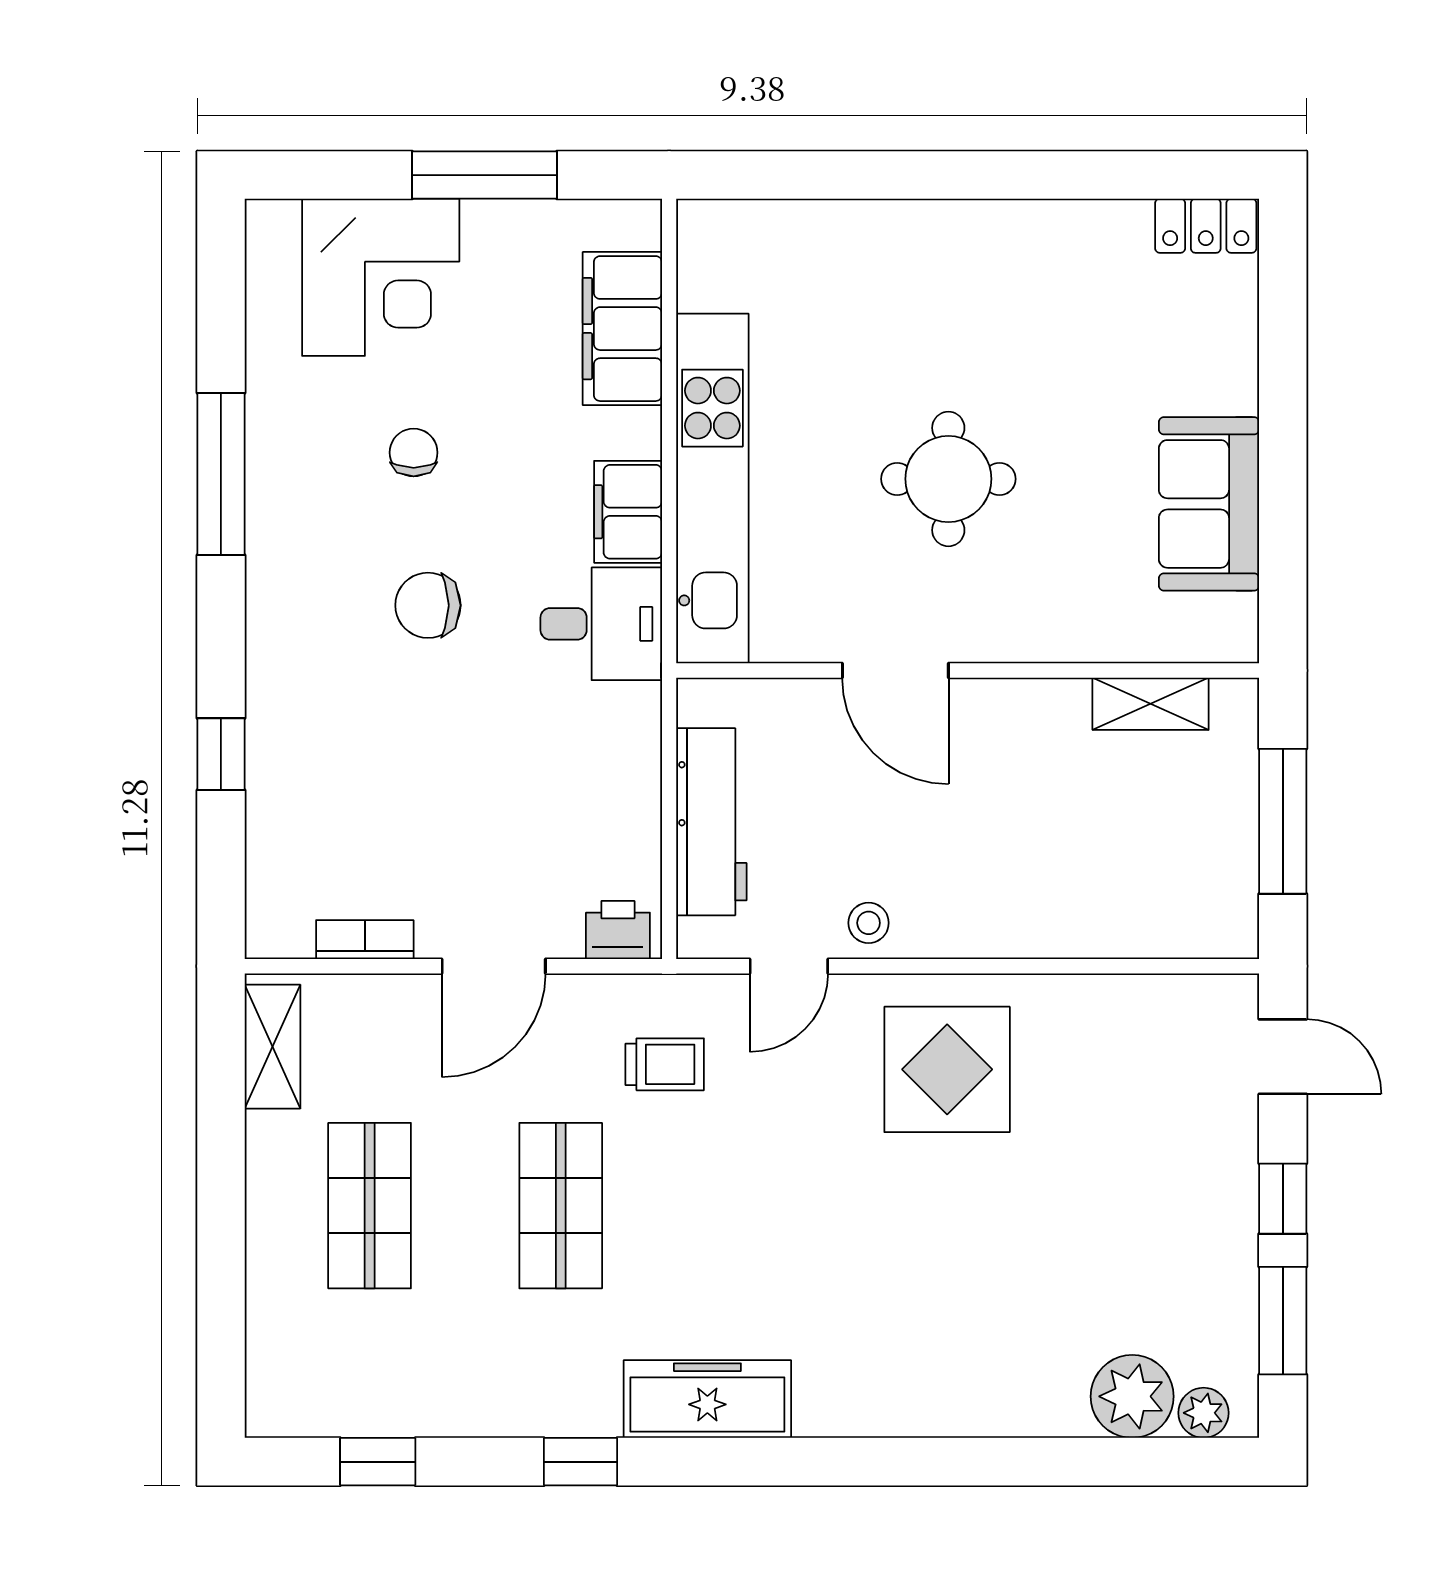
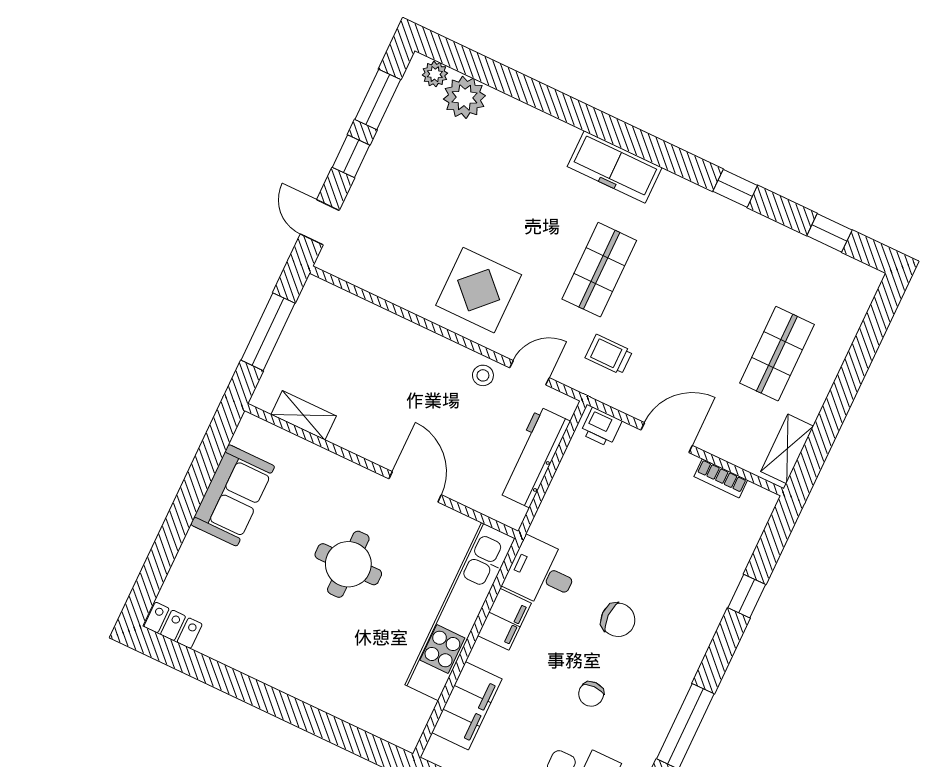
shop shelf: (561, 1206) -> (599, 270), moved
freezer: (707, 1399) -> (615, 167), moved

